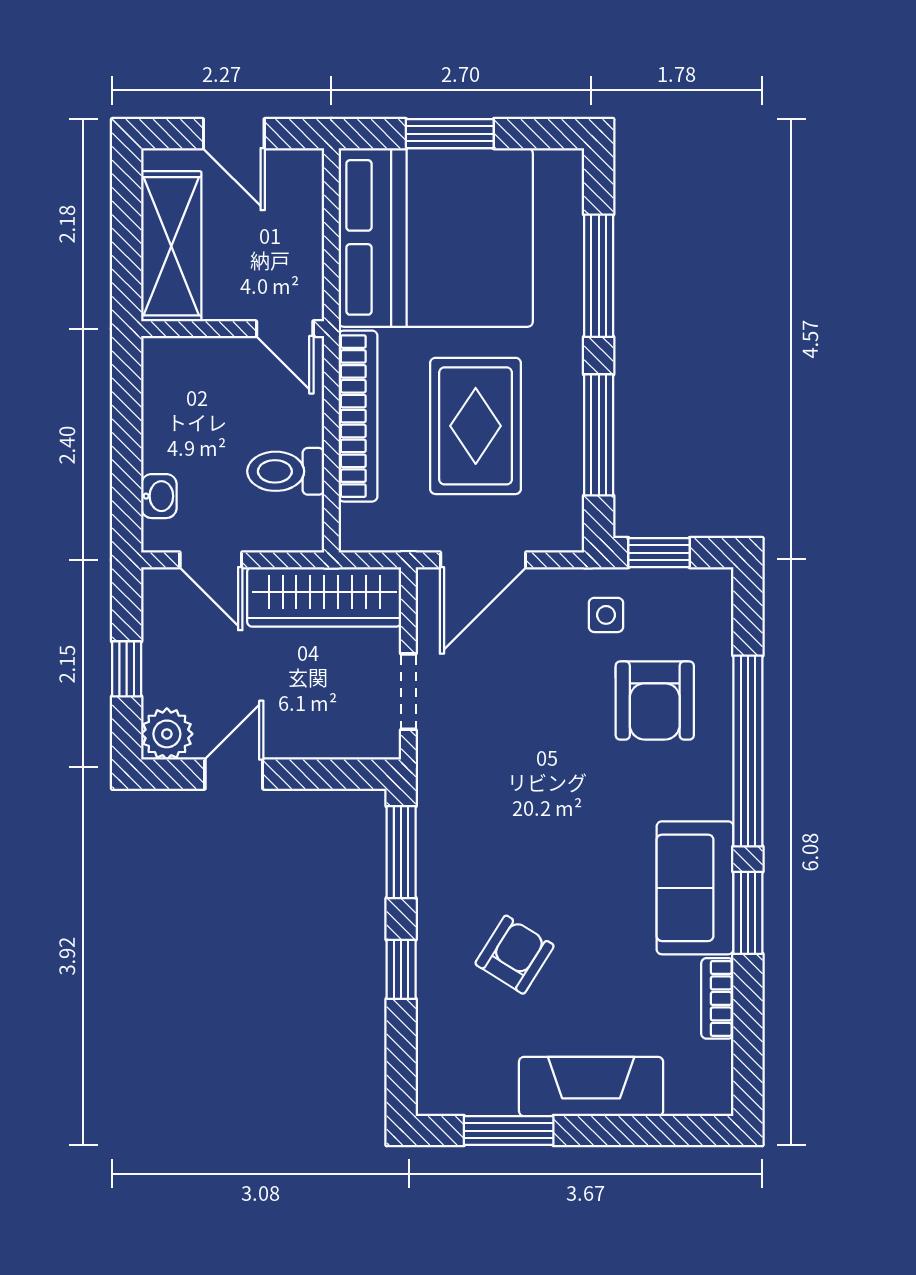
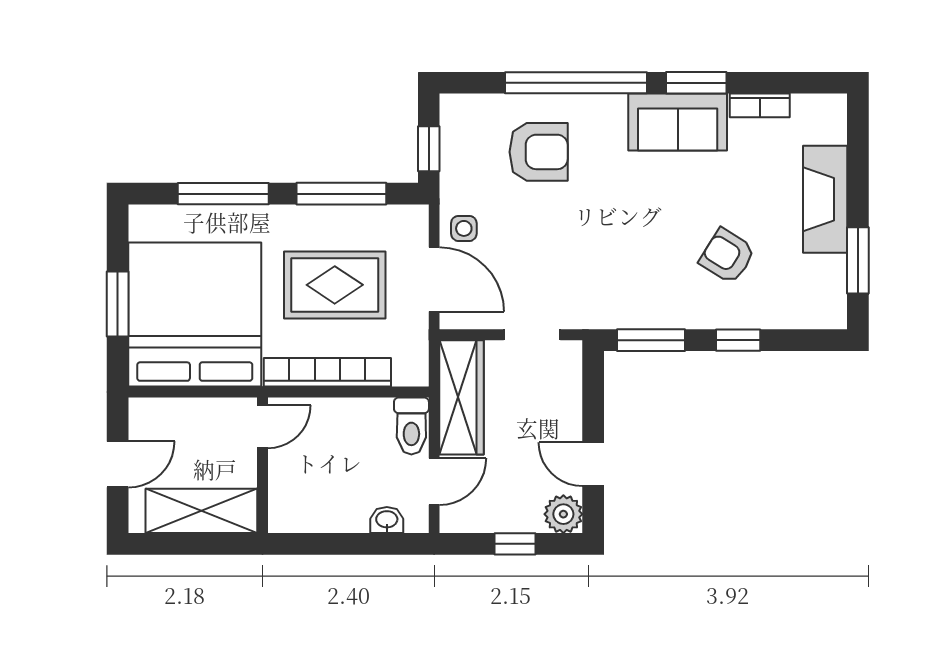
toilet: (286, 471) -> (411, 426), moved
side table: (606, 615) -> (464, 228), moved

